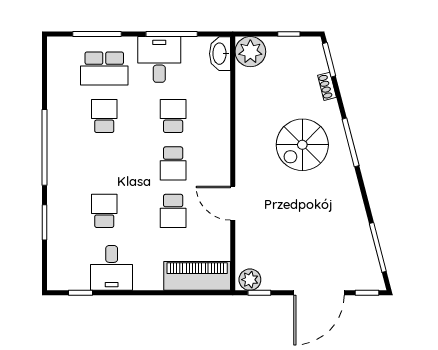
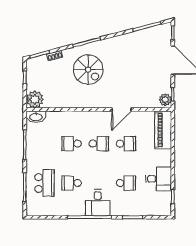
desk: (159, 59) -> (98, 203), moved, turned -90
school desk: (104, 211) -> (126, 183), turned 180

